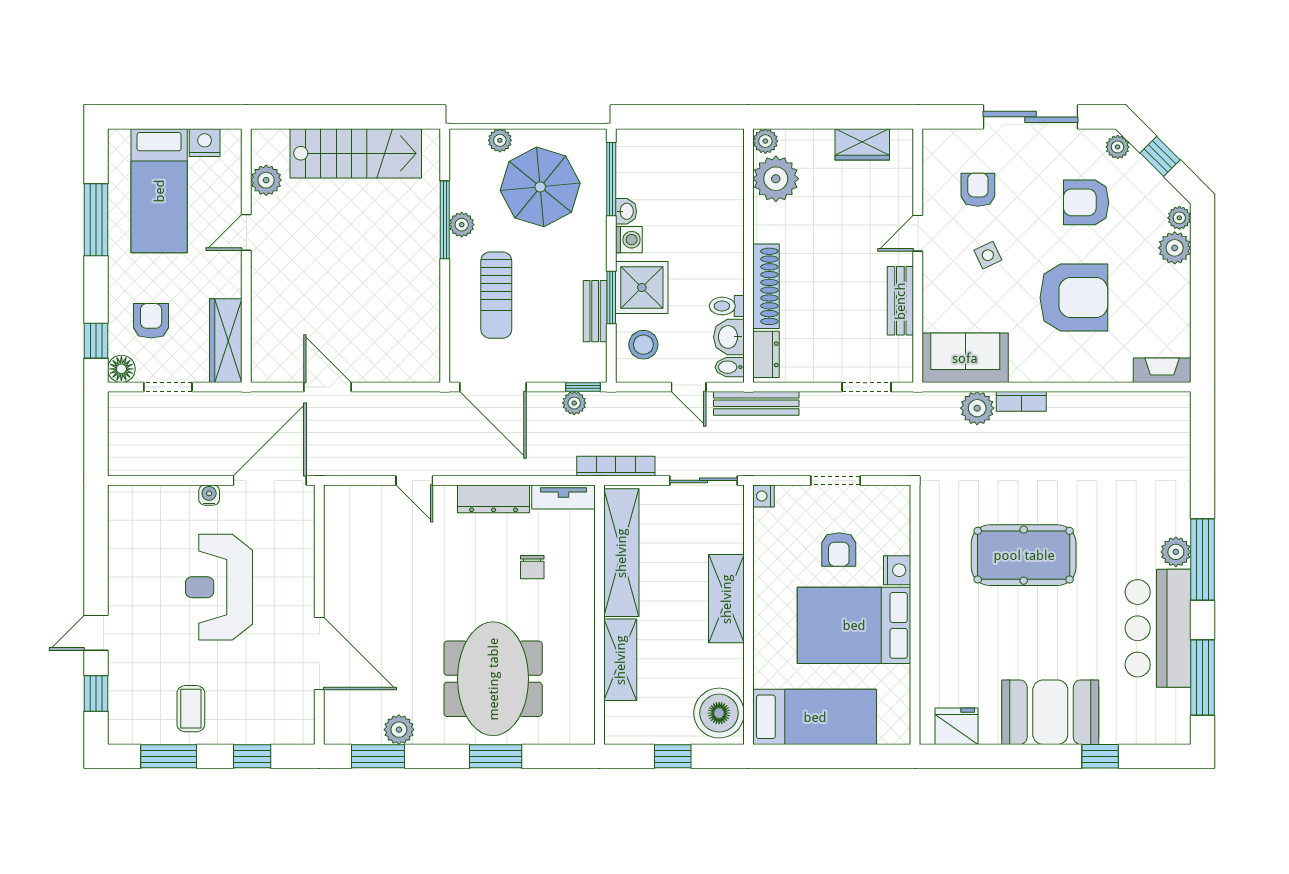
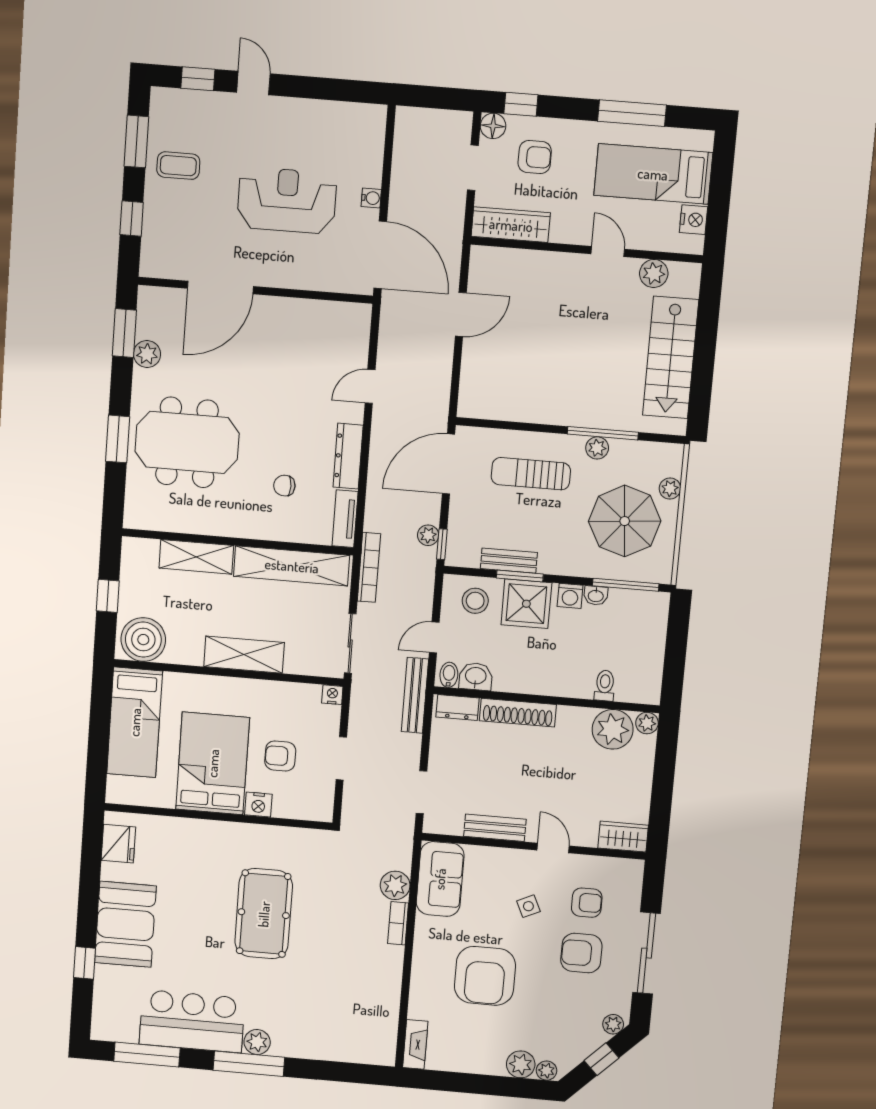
wardrobe: (862, 144) -> (623, 837), moved, turned 90
armchair: (1086, 202) -> (581, 953), moved, turned -90
toilet: (727, 306) -> (605, 686), moved

